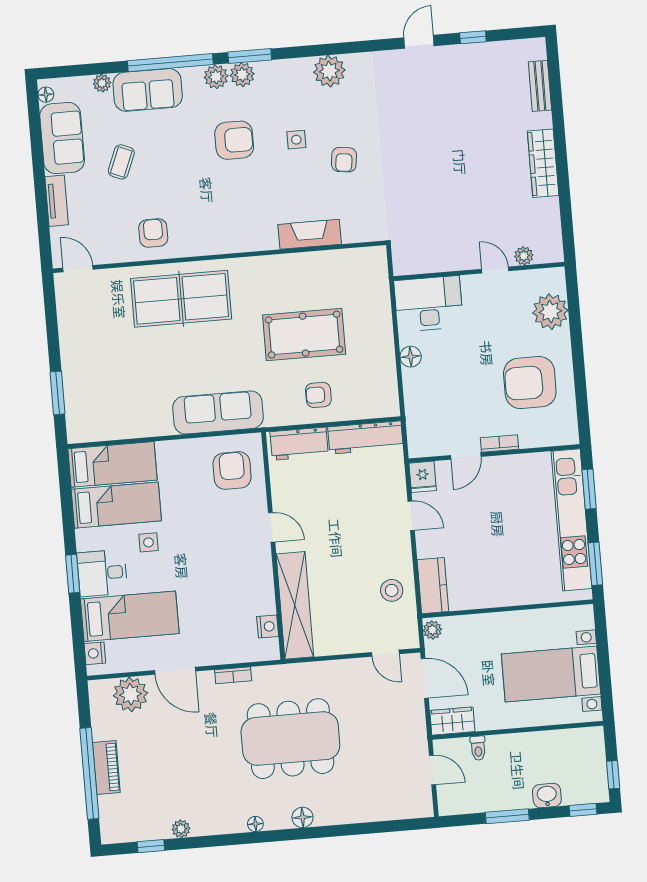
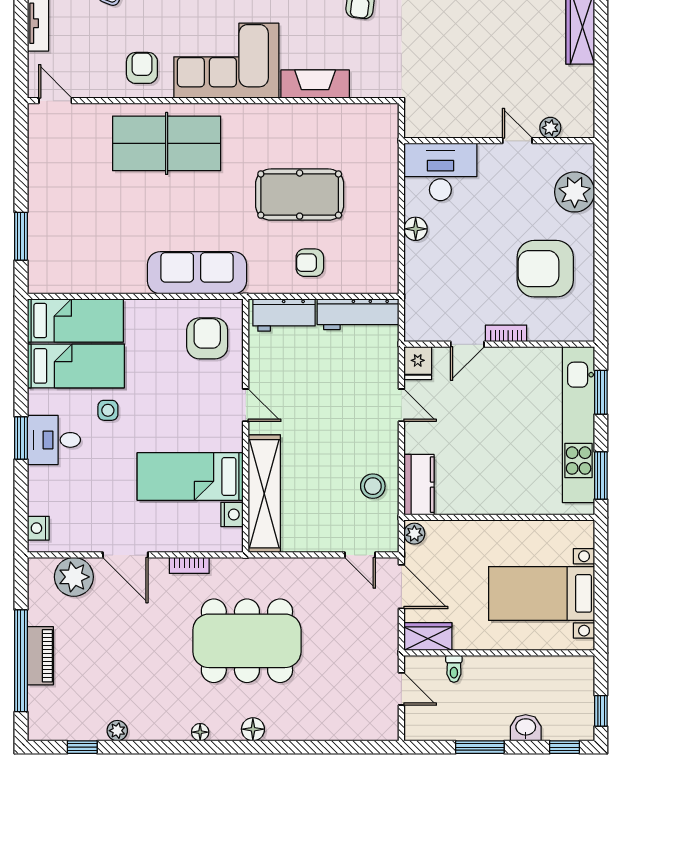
corner sofa: (228, 220) -> (226, 61), added
bed: (130, 616) -> (190, 477), moved, turned 180

